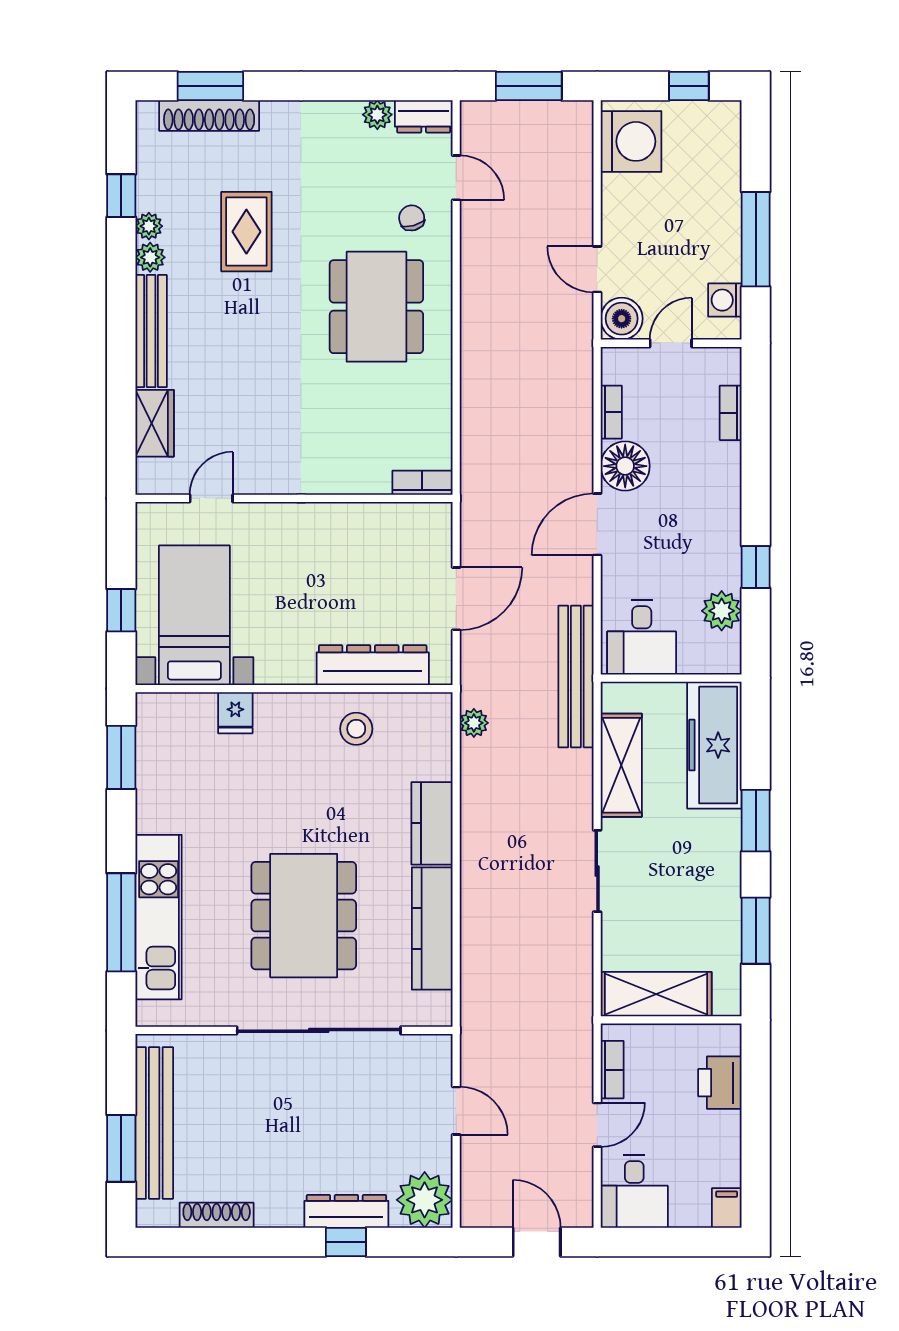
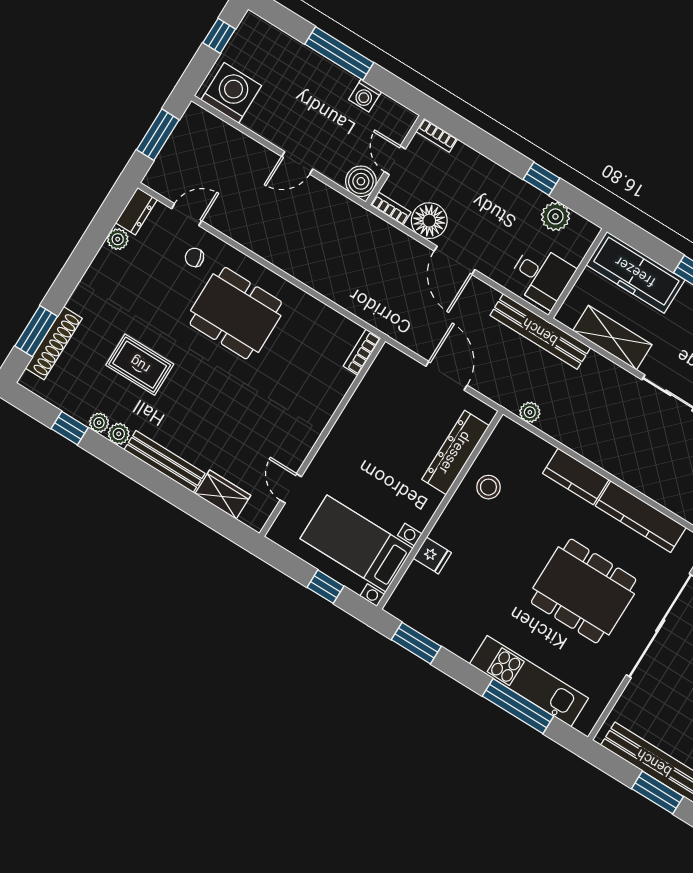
boiler: (622, 319) -> (361, 181), moved
door: (671, 343) -> (395, 160), moved
wall: (671, 343) -> (395, 160), moved

